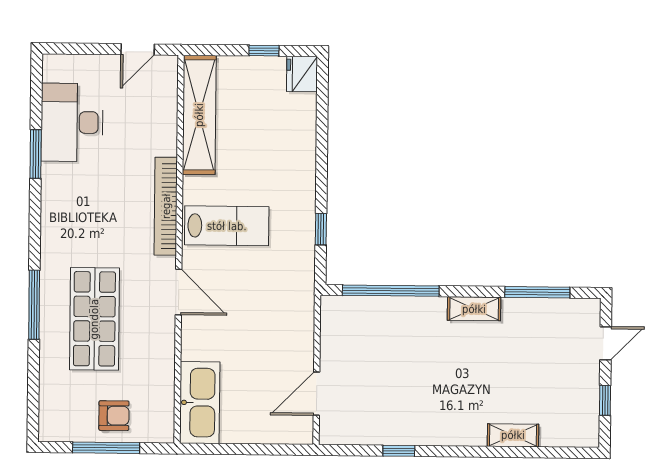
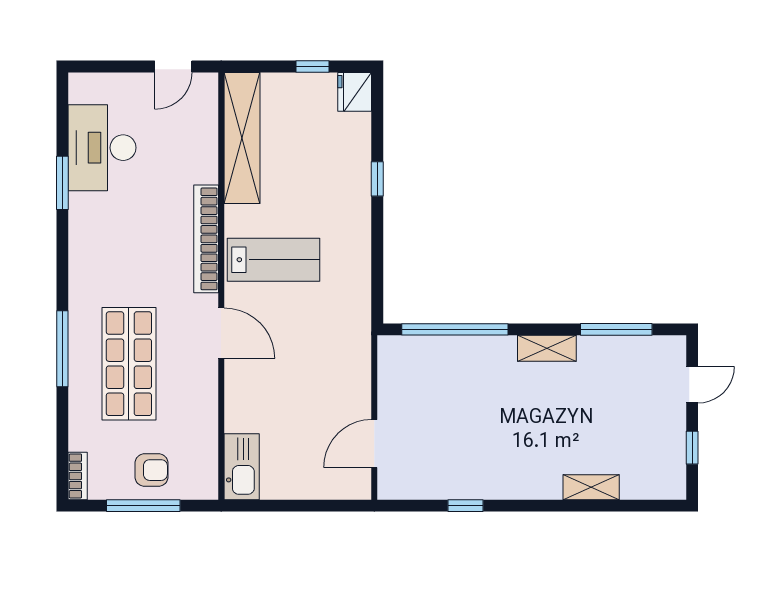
window: (321, 229) -> (377, 179), moved
kitchen sink: (200, 403) -> (242, 467), width x0.73, depth x0.81
bookcase: (47, 420) -> (78, 476), added

